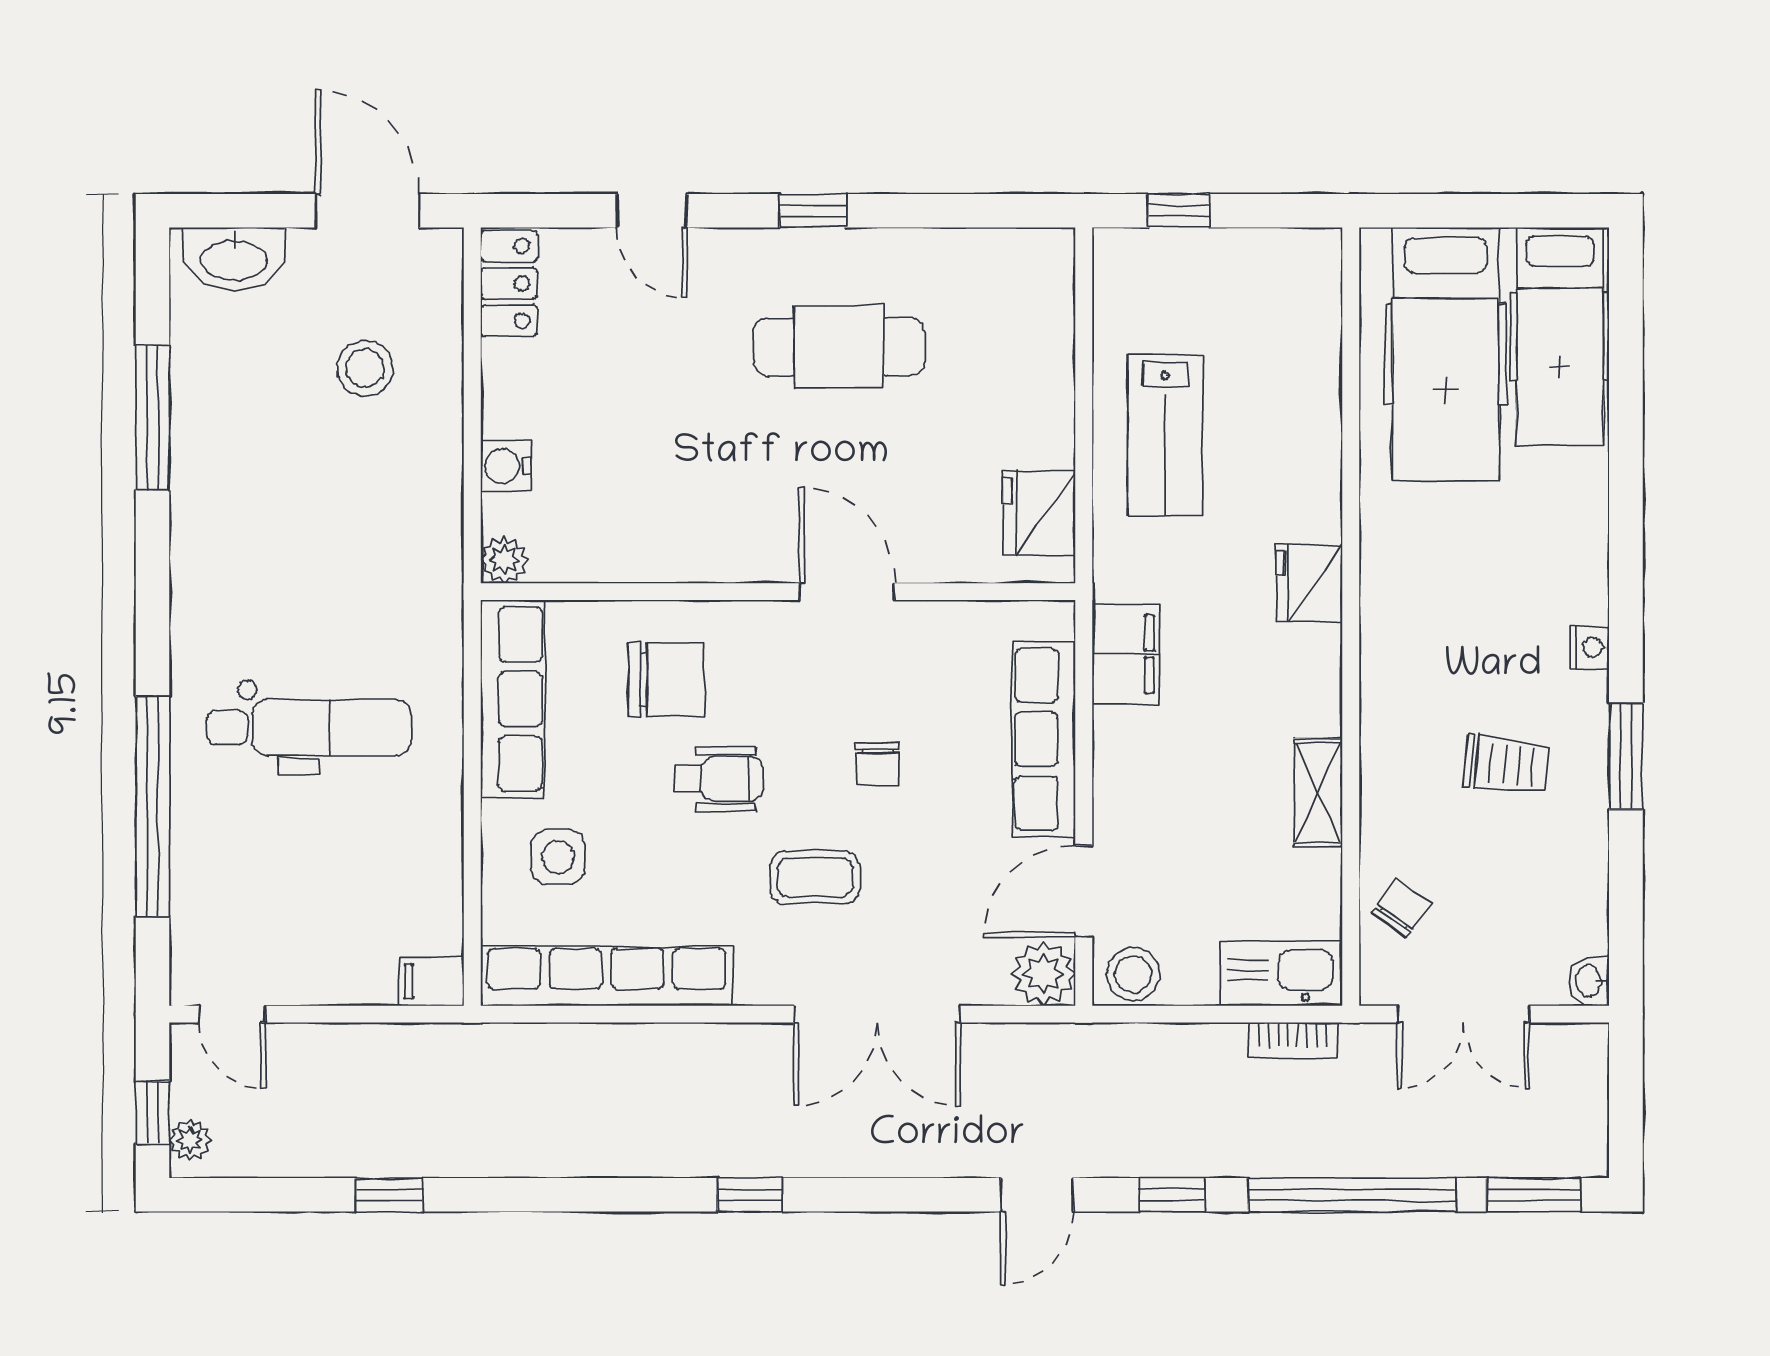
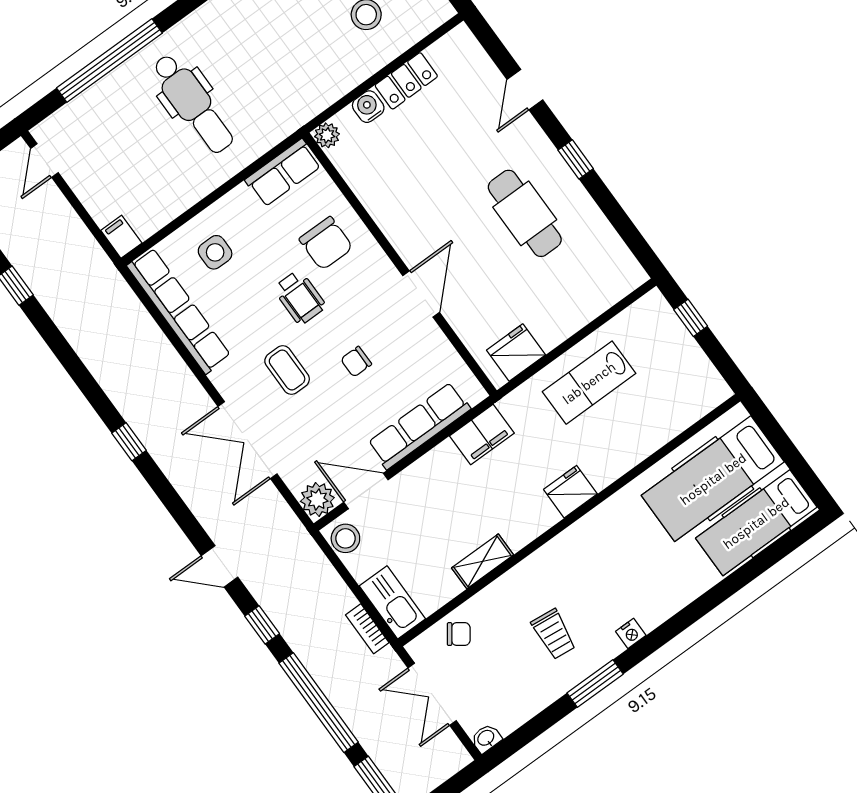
locker: (509, 283) -> (406, 81), moved
row of seats: (513, 699) -> (283, 173), width x0.68

